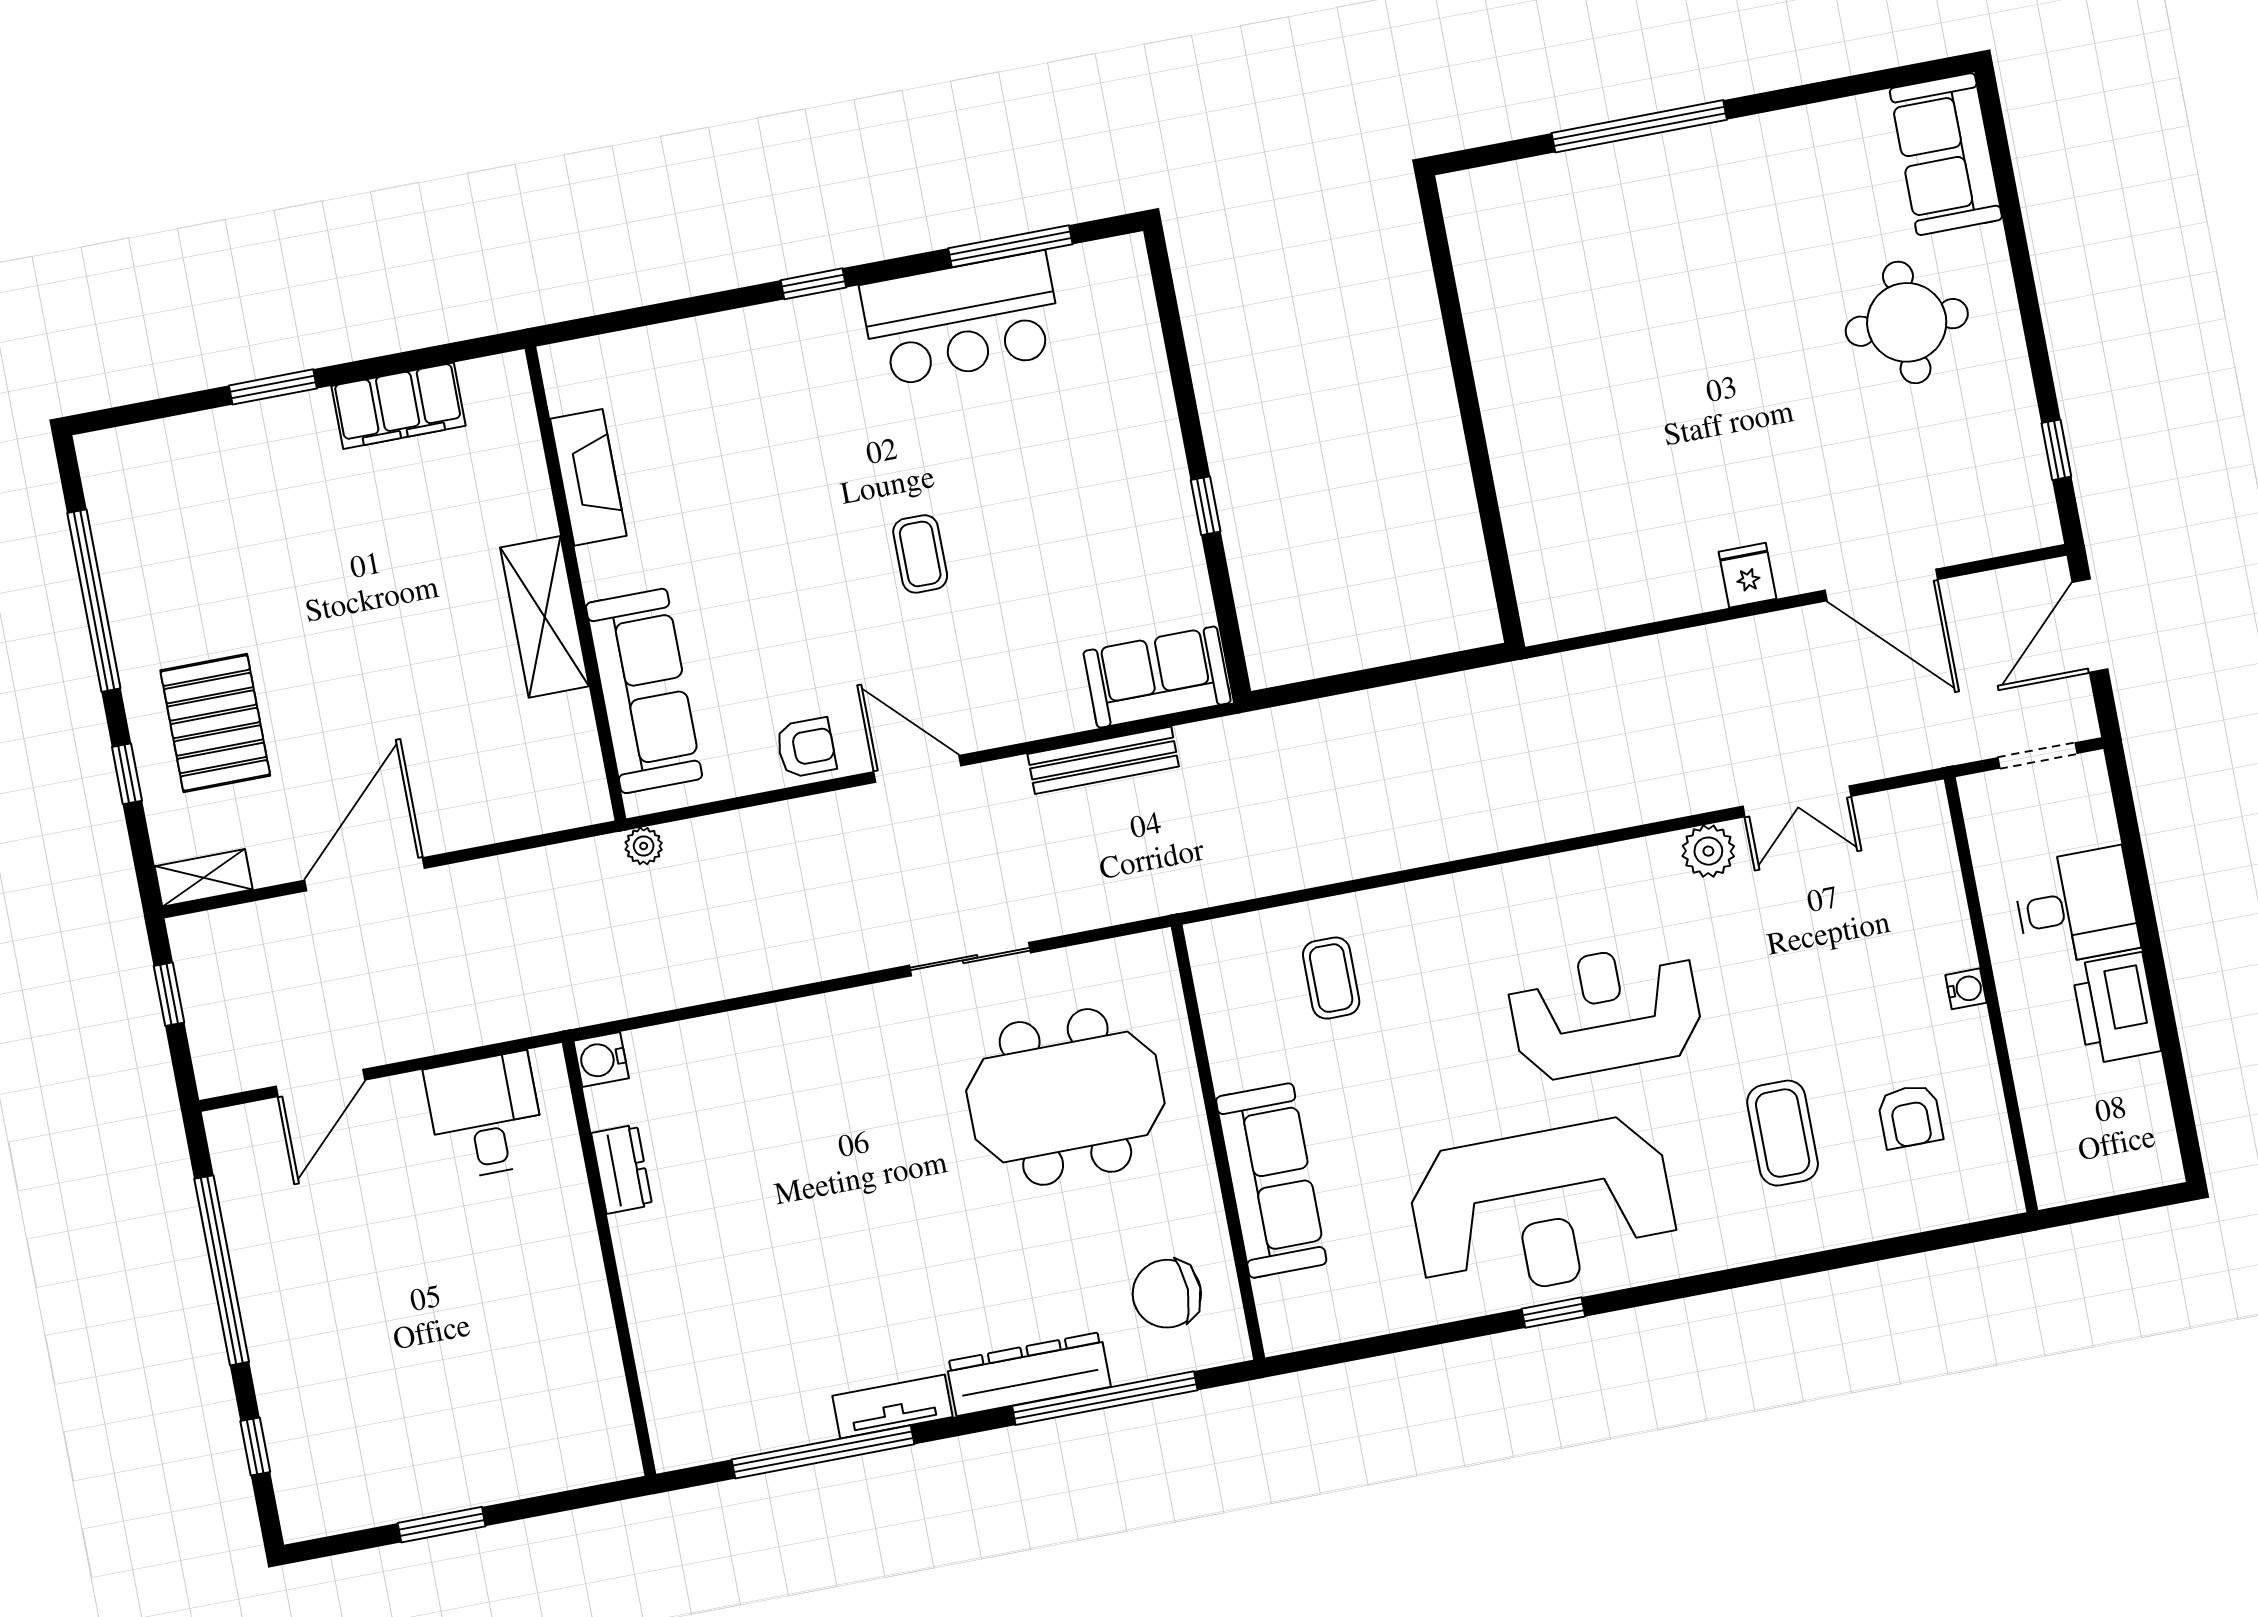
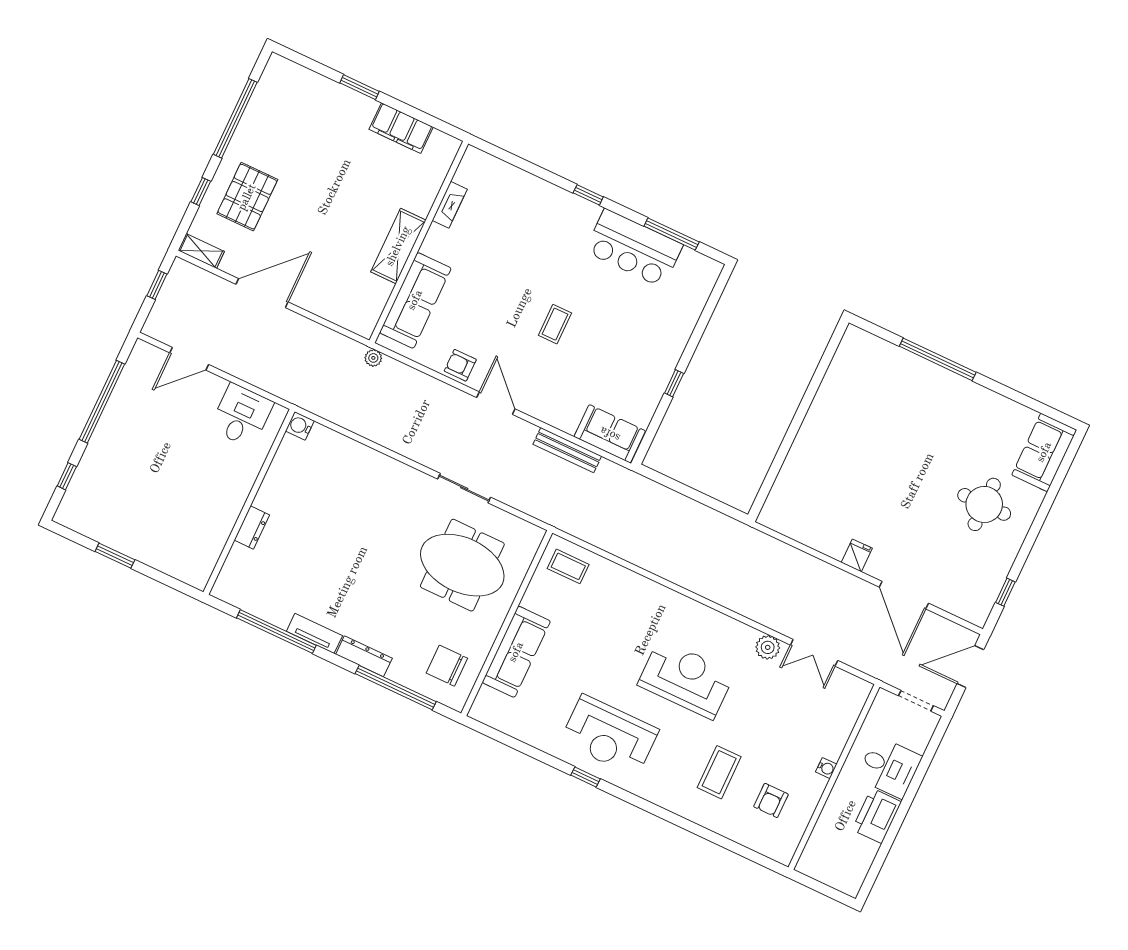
fireplace: (588, 477) -> (450, 205), width x0.73, depth x0.76
armchair: (806, 748) -> (460, 365), turned 180
coffee table: (1331, 978) -> (568, 566), moved, turned 90
dresser: (622, 1169) -> (252, 527), moved
reception desk: (1543, 1209) -> (609, 736), width x0.74, depth x0.77
dresser: (1029, 1374) -> (364, 656), width x0.73, depth x0.80

